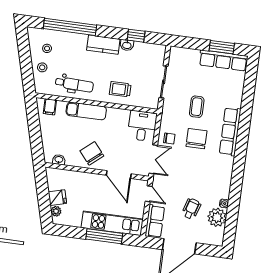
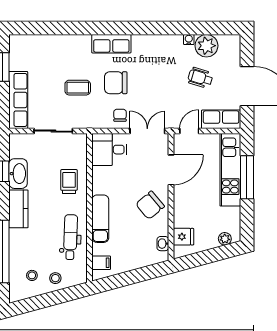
washbasin: (127, 45) -> (18, 174), width x1.91, depth x1.45
row of seats: (223, 60) -> (18, 100), moved
trolley: (120, 89) -> (69, 182), turned 180
row of seats: (230, 132) -> (111, 44), width x0.68
fridge: (57, 198) -> (184, 237), moved, turned 105

